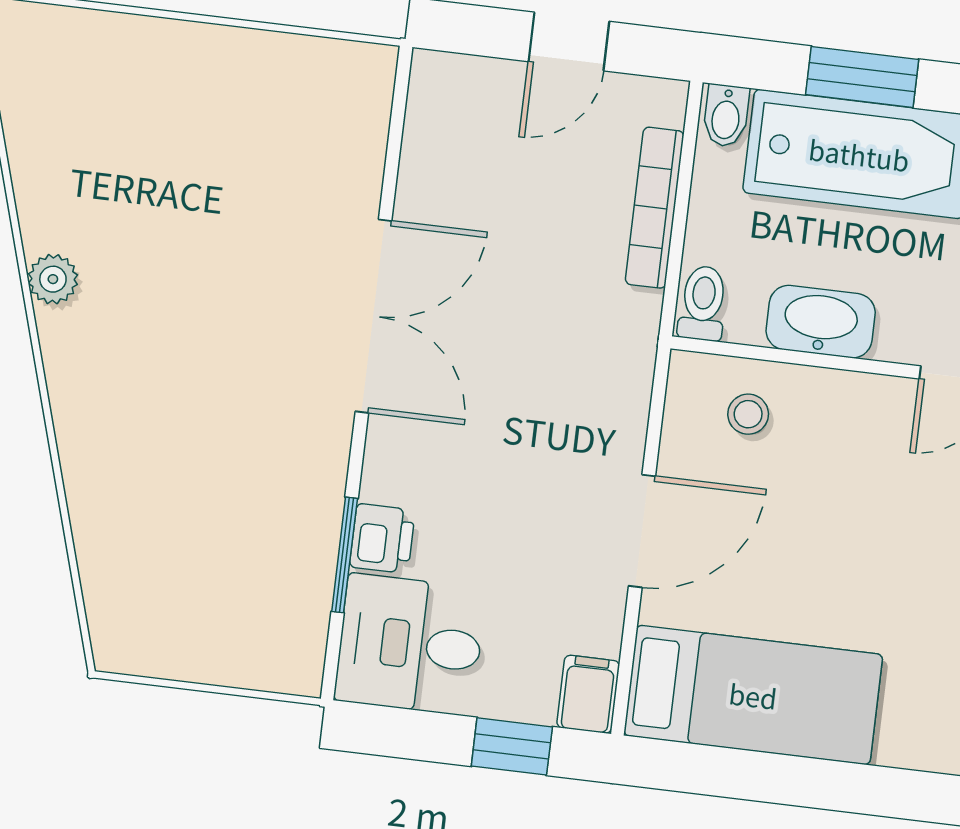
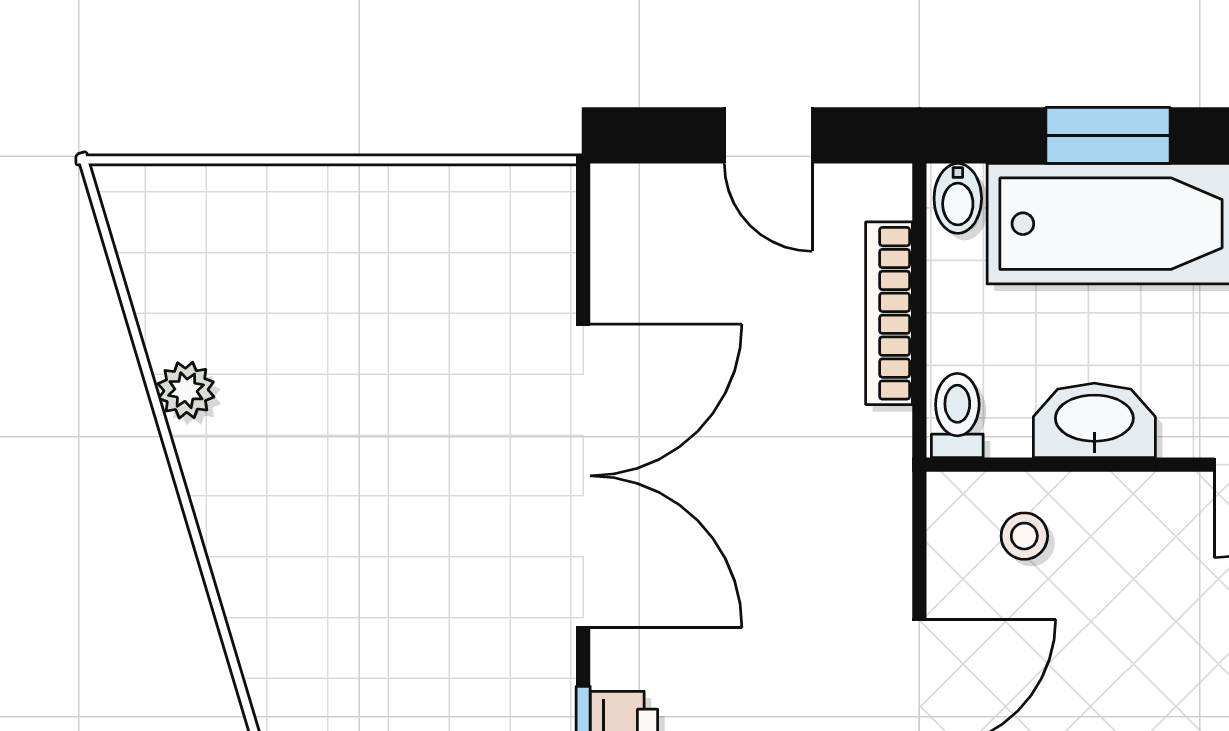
door: (569, 42) -> (768, 135), hinge flipped
plant: (53, 279) -> (186, 390), moved
double door: (373, 316) -> (583, 476), width x1.36

